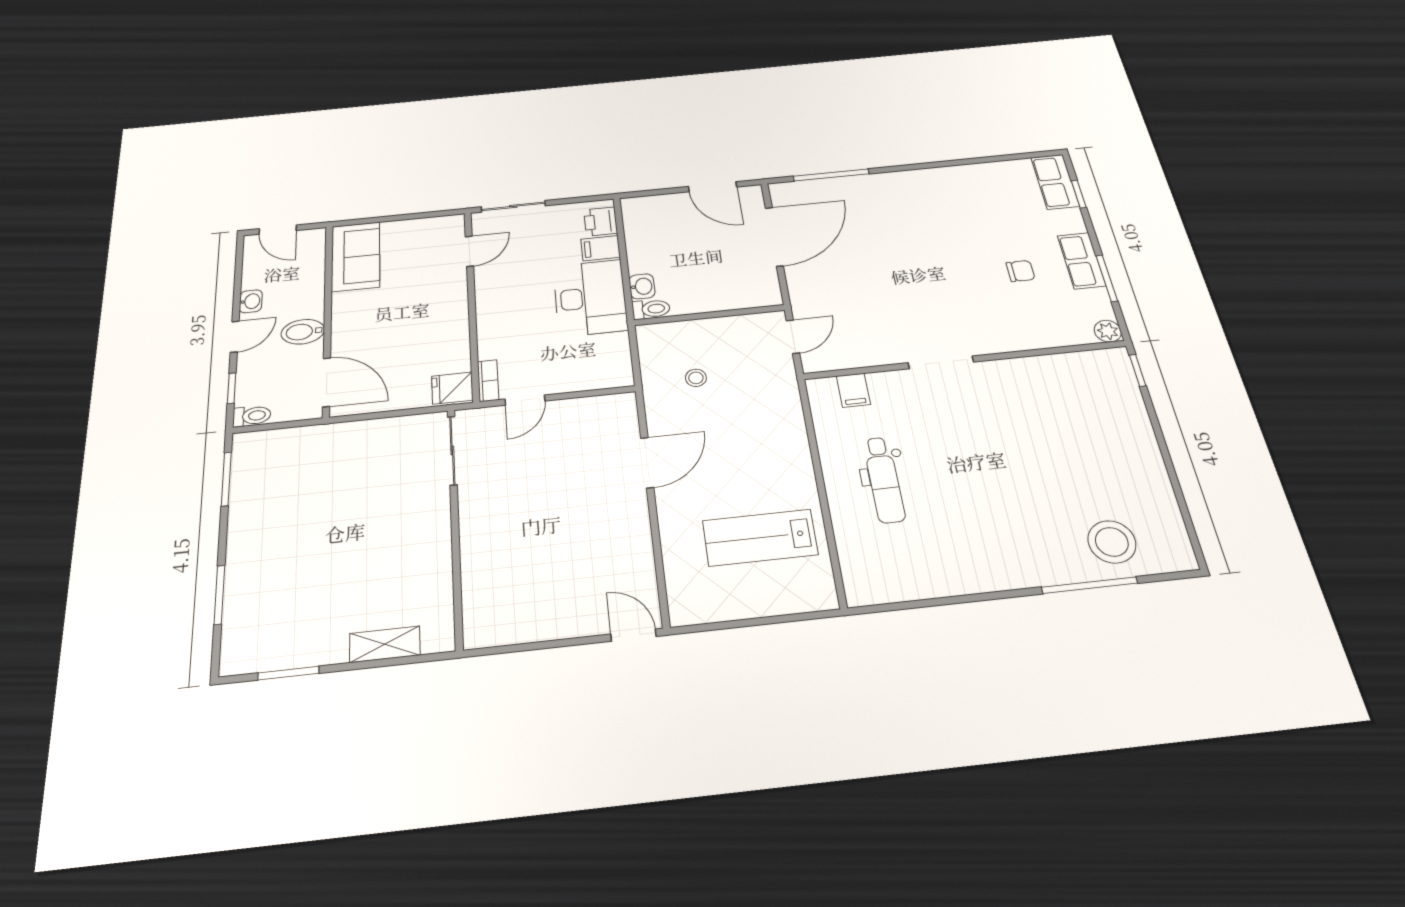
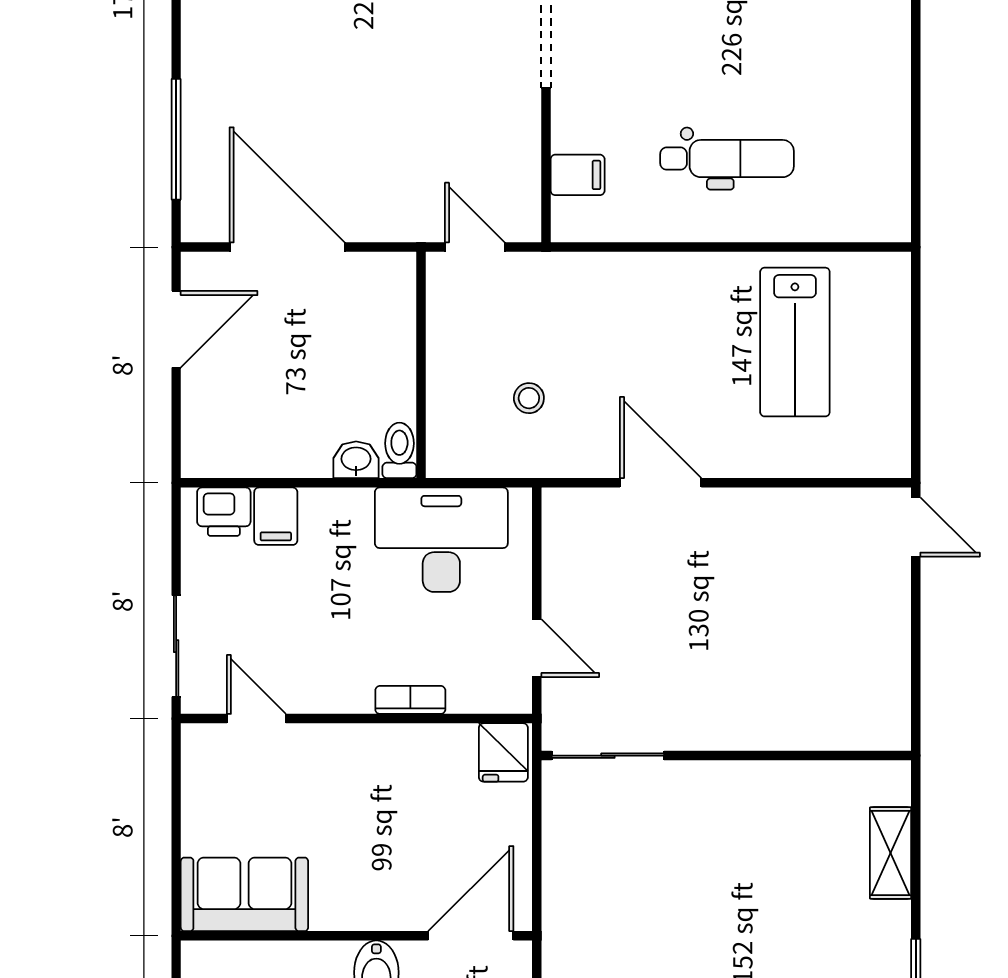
desk: (590, 298) -> (441, 540), moved
bookcase: (488, 381) -> (410, 700), moved
door: (633, 635) -> (916, 527), swing flipped

